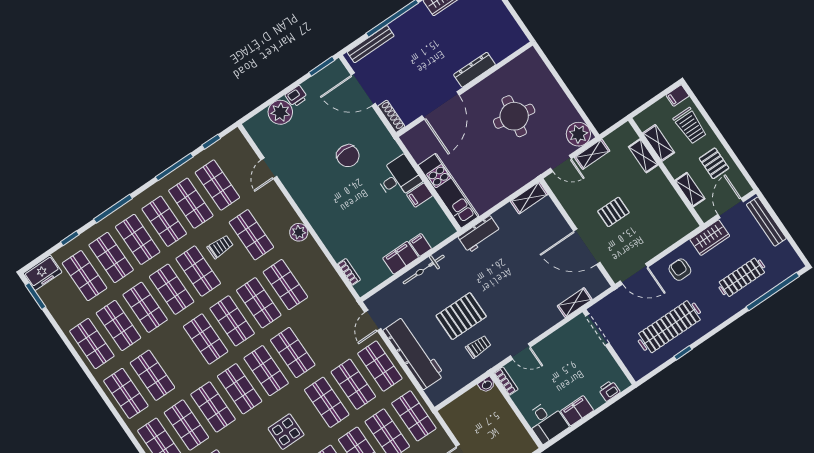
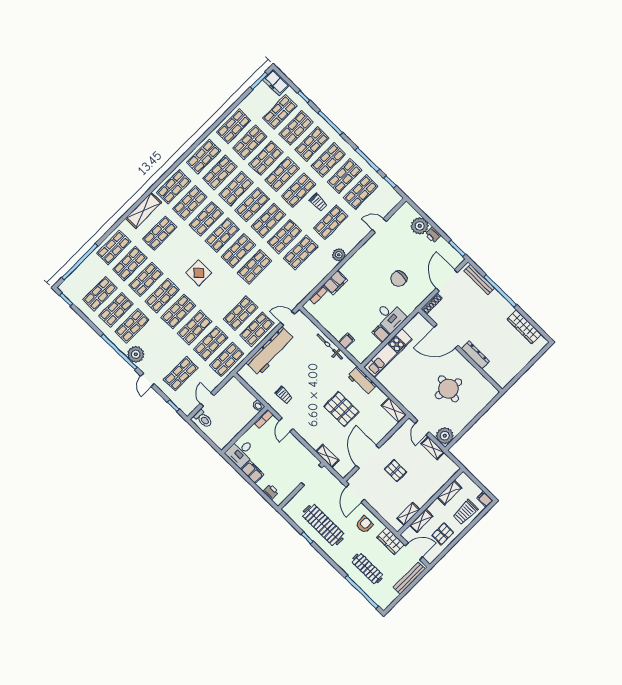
shelving: (643, 156) -> (408, 514), moved
filing cabinet: (401, 258) -> (335, 283), moved, turned 90
pallet: (461, 316) -> (341, 409), moved
shop shelf: (327, 402) -> (236, 189), moved

